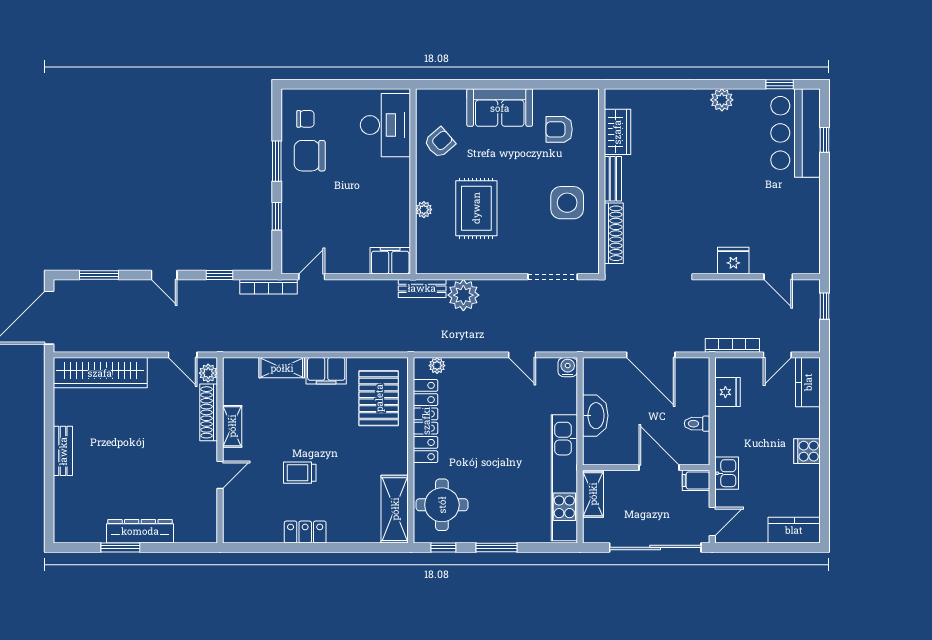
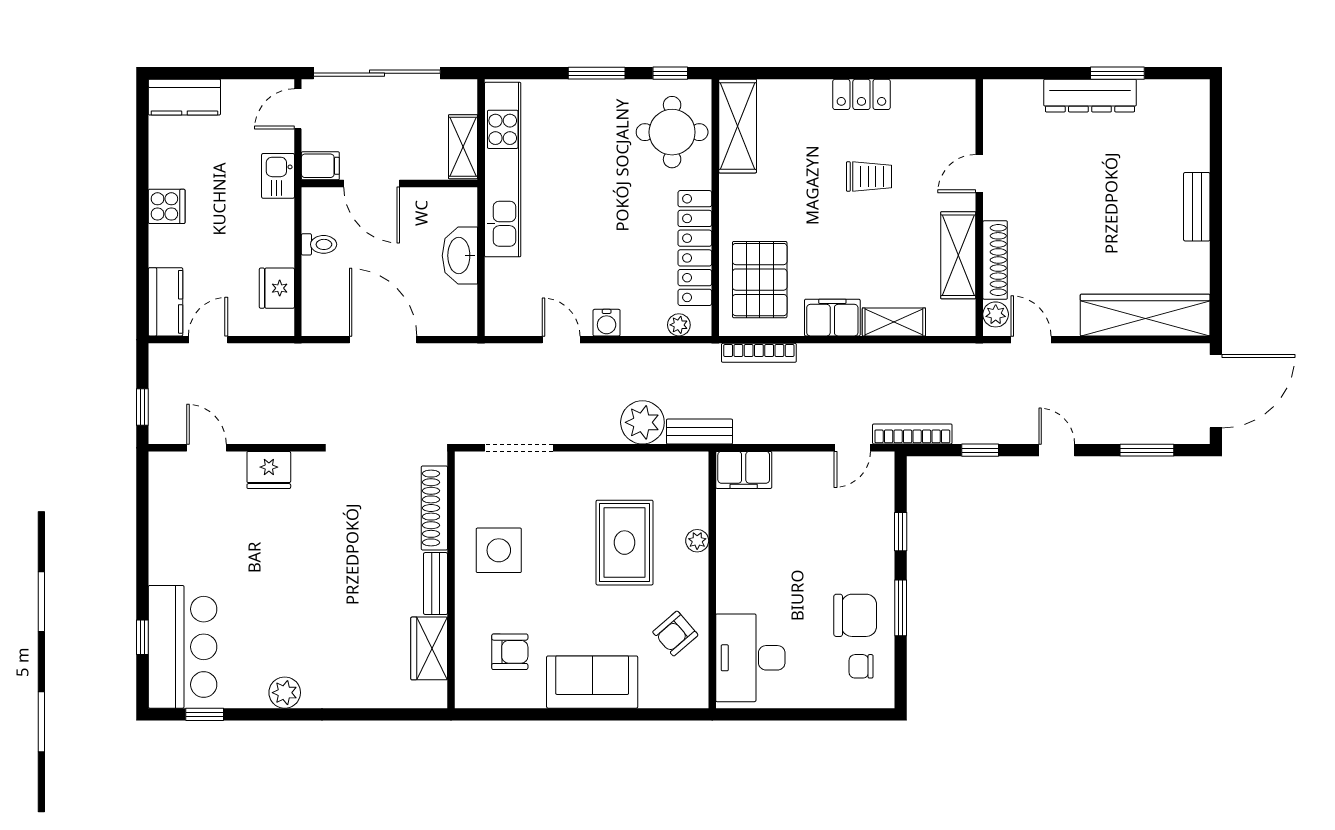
bookcase: (732, 345) -> (759, 353), moved
water cooler: (568, 367) -> (607, 323), moved
shelving: (232, 426) -> (958, 255), width x1.50, depth x1.33

